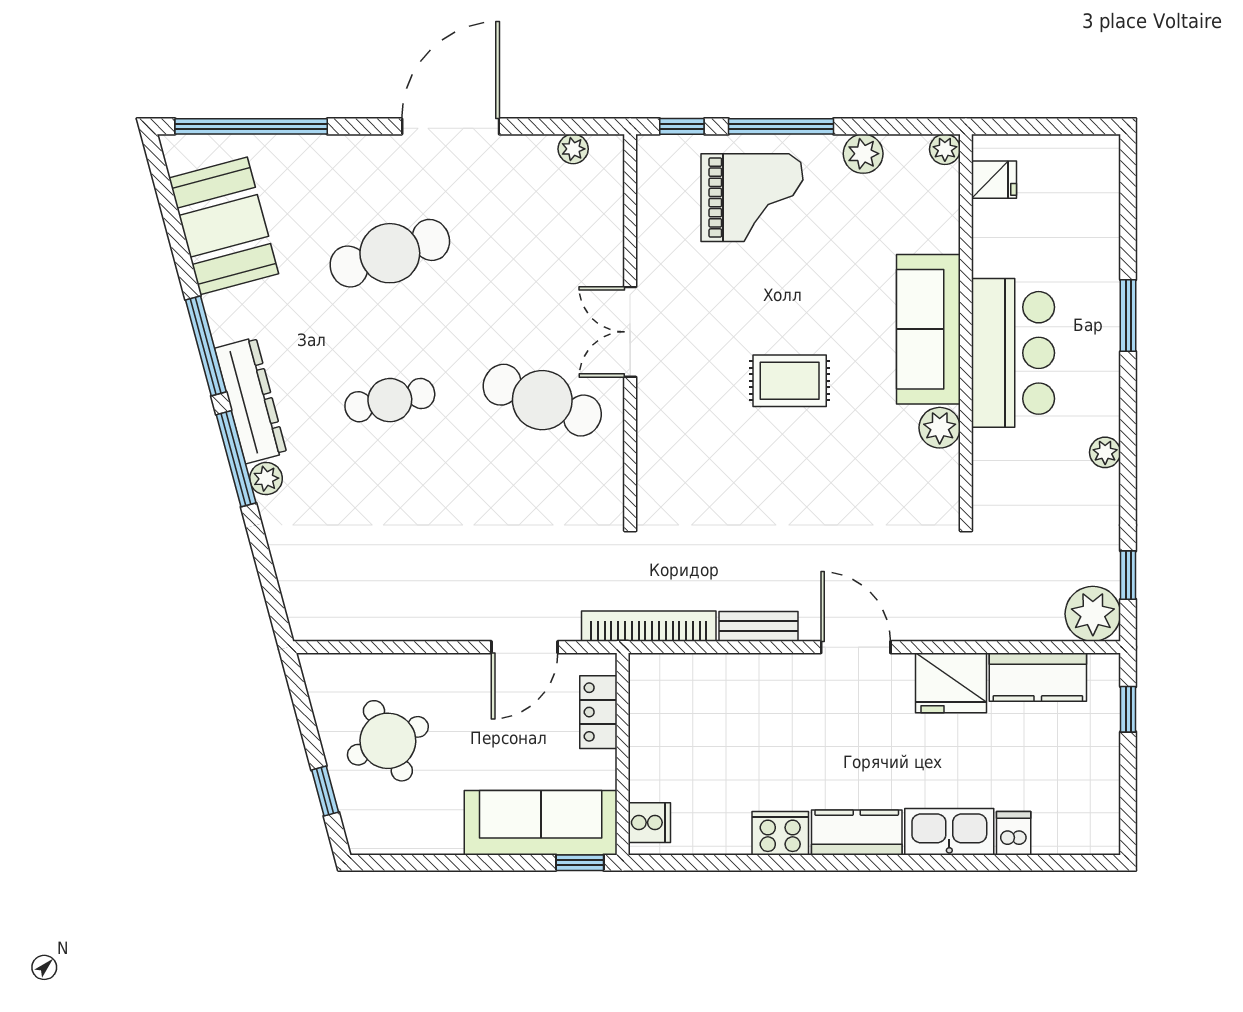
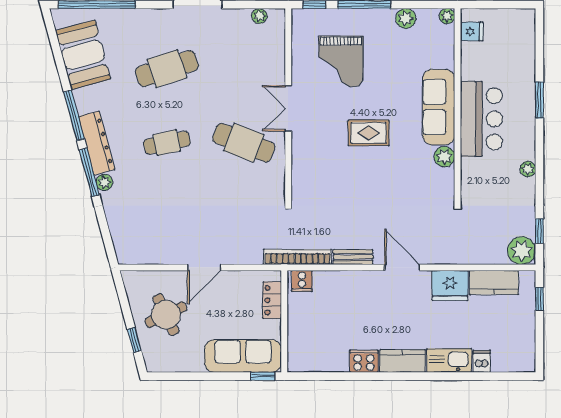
grand piano: (752, 198) -> (341, 61), moved, turned 90
door: (525, 647) -> (204, 267), moved
cooker: (649, 823) -> (302, 281), moved, turned 90

